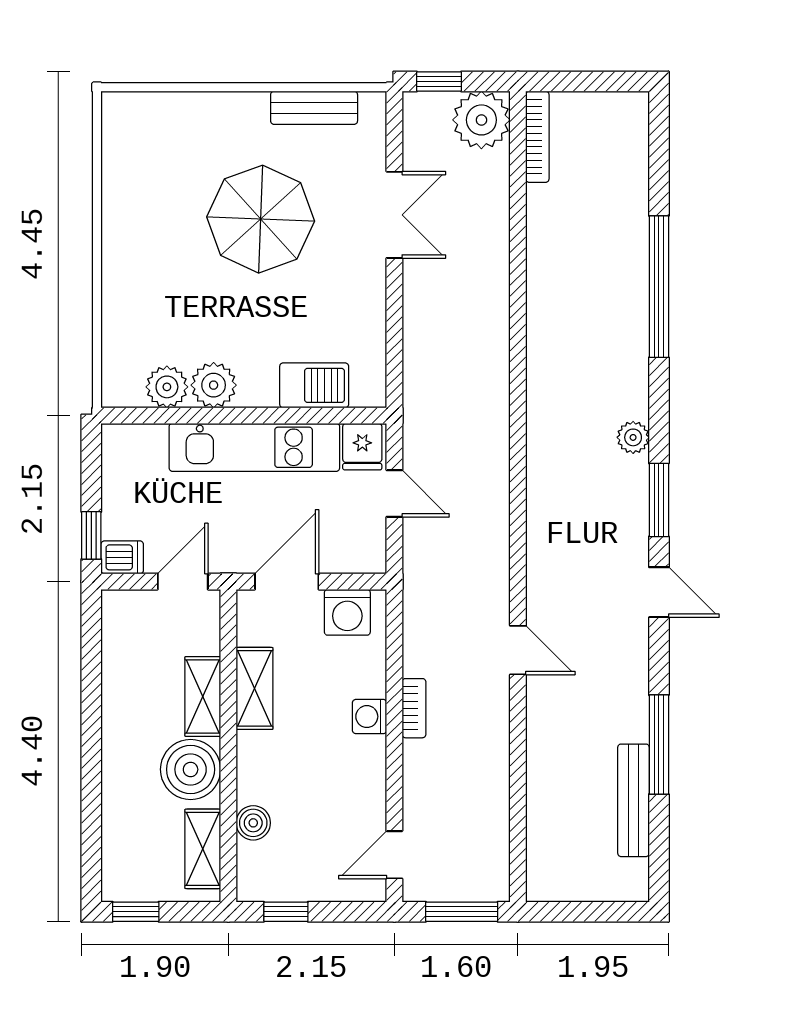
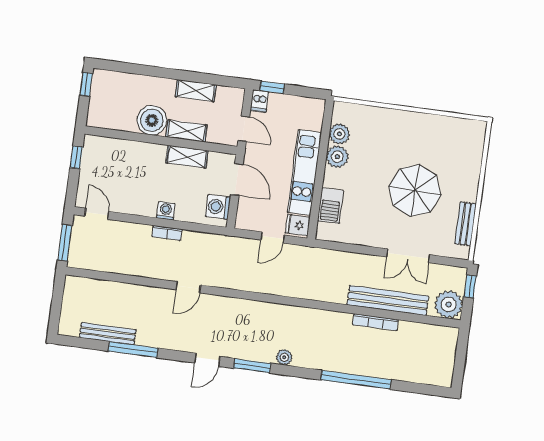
bookcase: (537, 137) -> (375, 322), moved
bench: (490, 244) -> (388, 300), added
boiler: (253, 823) -> (122, 147), removed
shelving: (203, 849) -> (196, 91), moved

